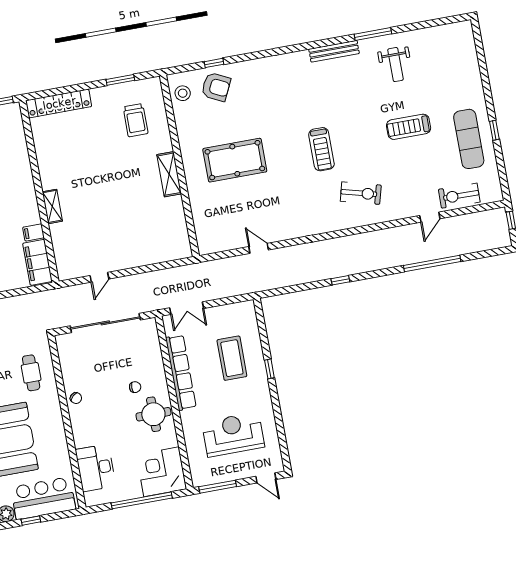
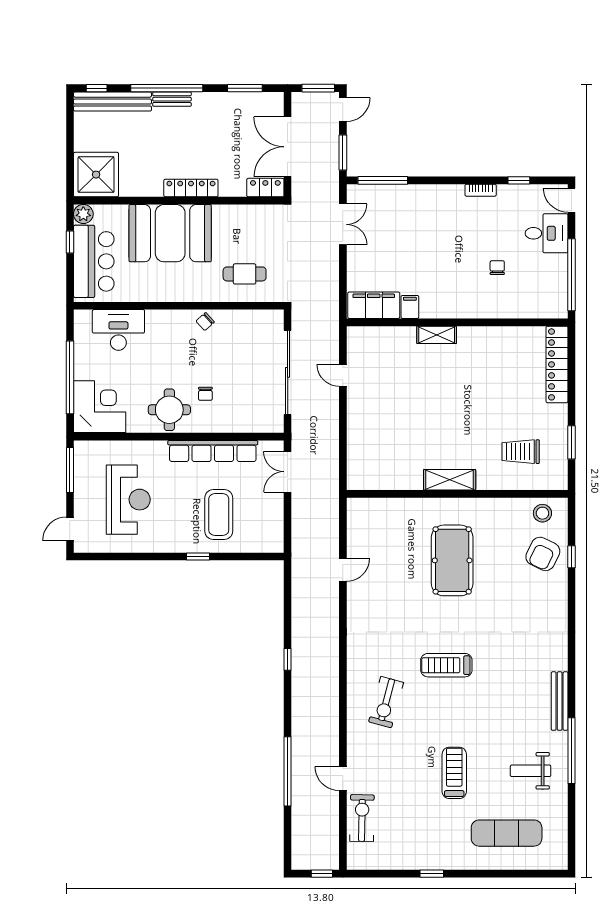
window: (373, 34) -> (572, 751), width x1.46
exercise mat: (469, 139) -> (507, 833), moved
coffee table: (232, 358) -> (219, 515), turned 90

